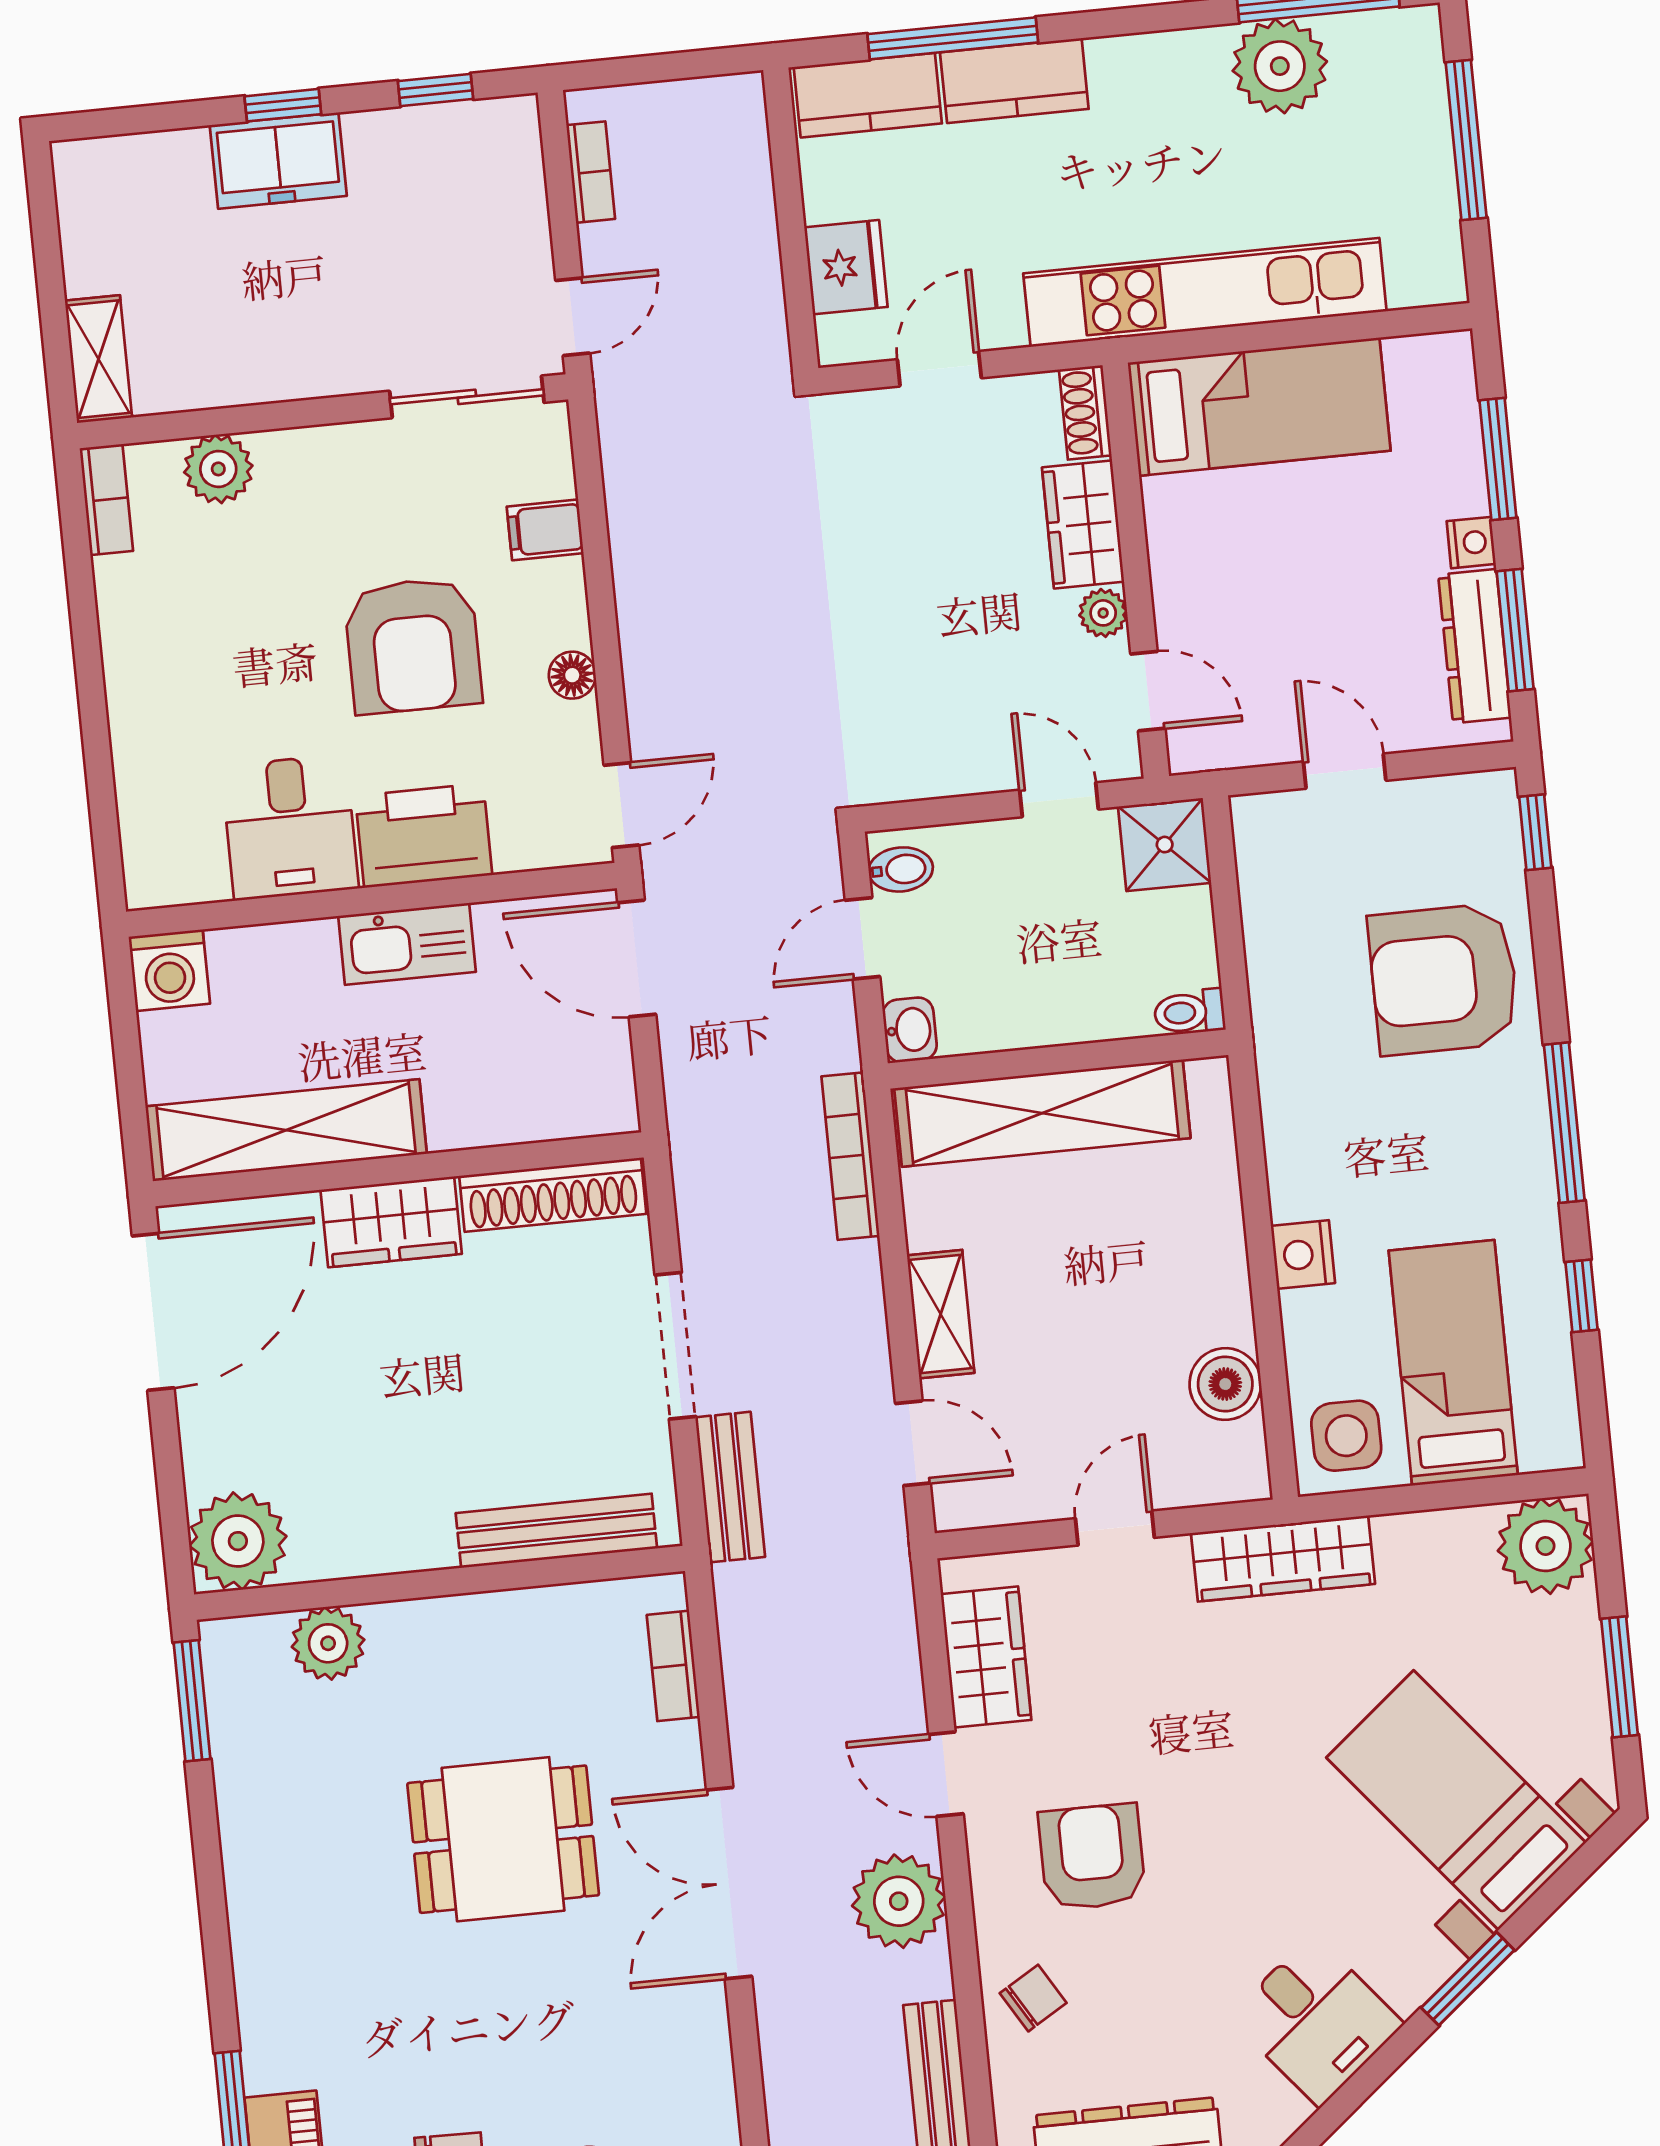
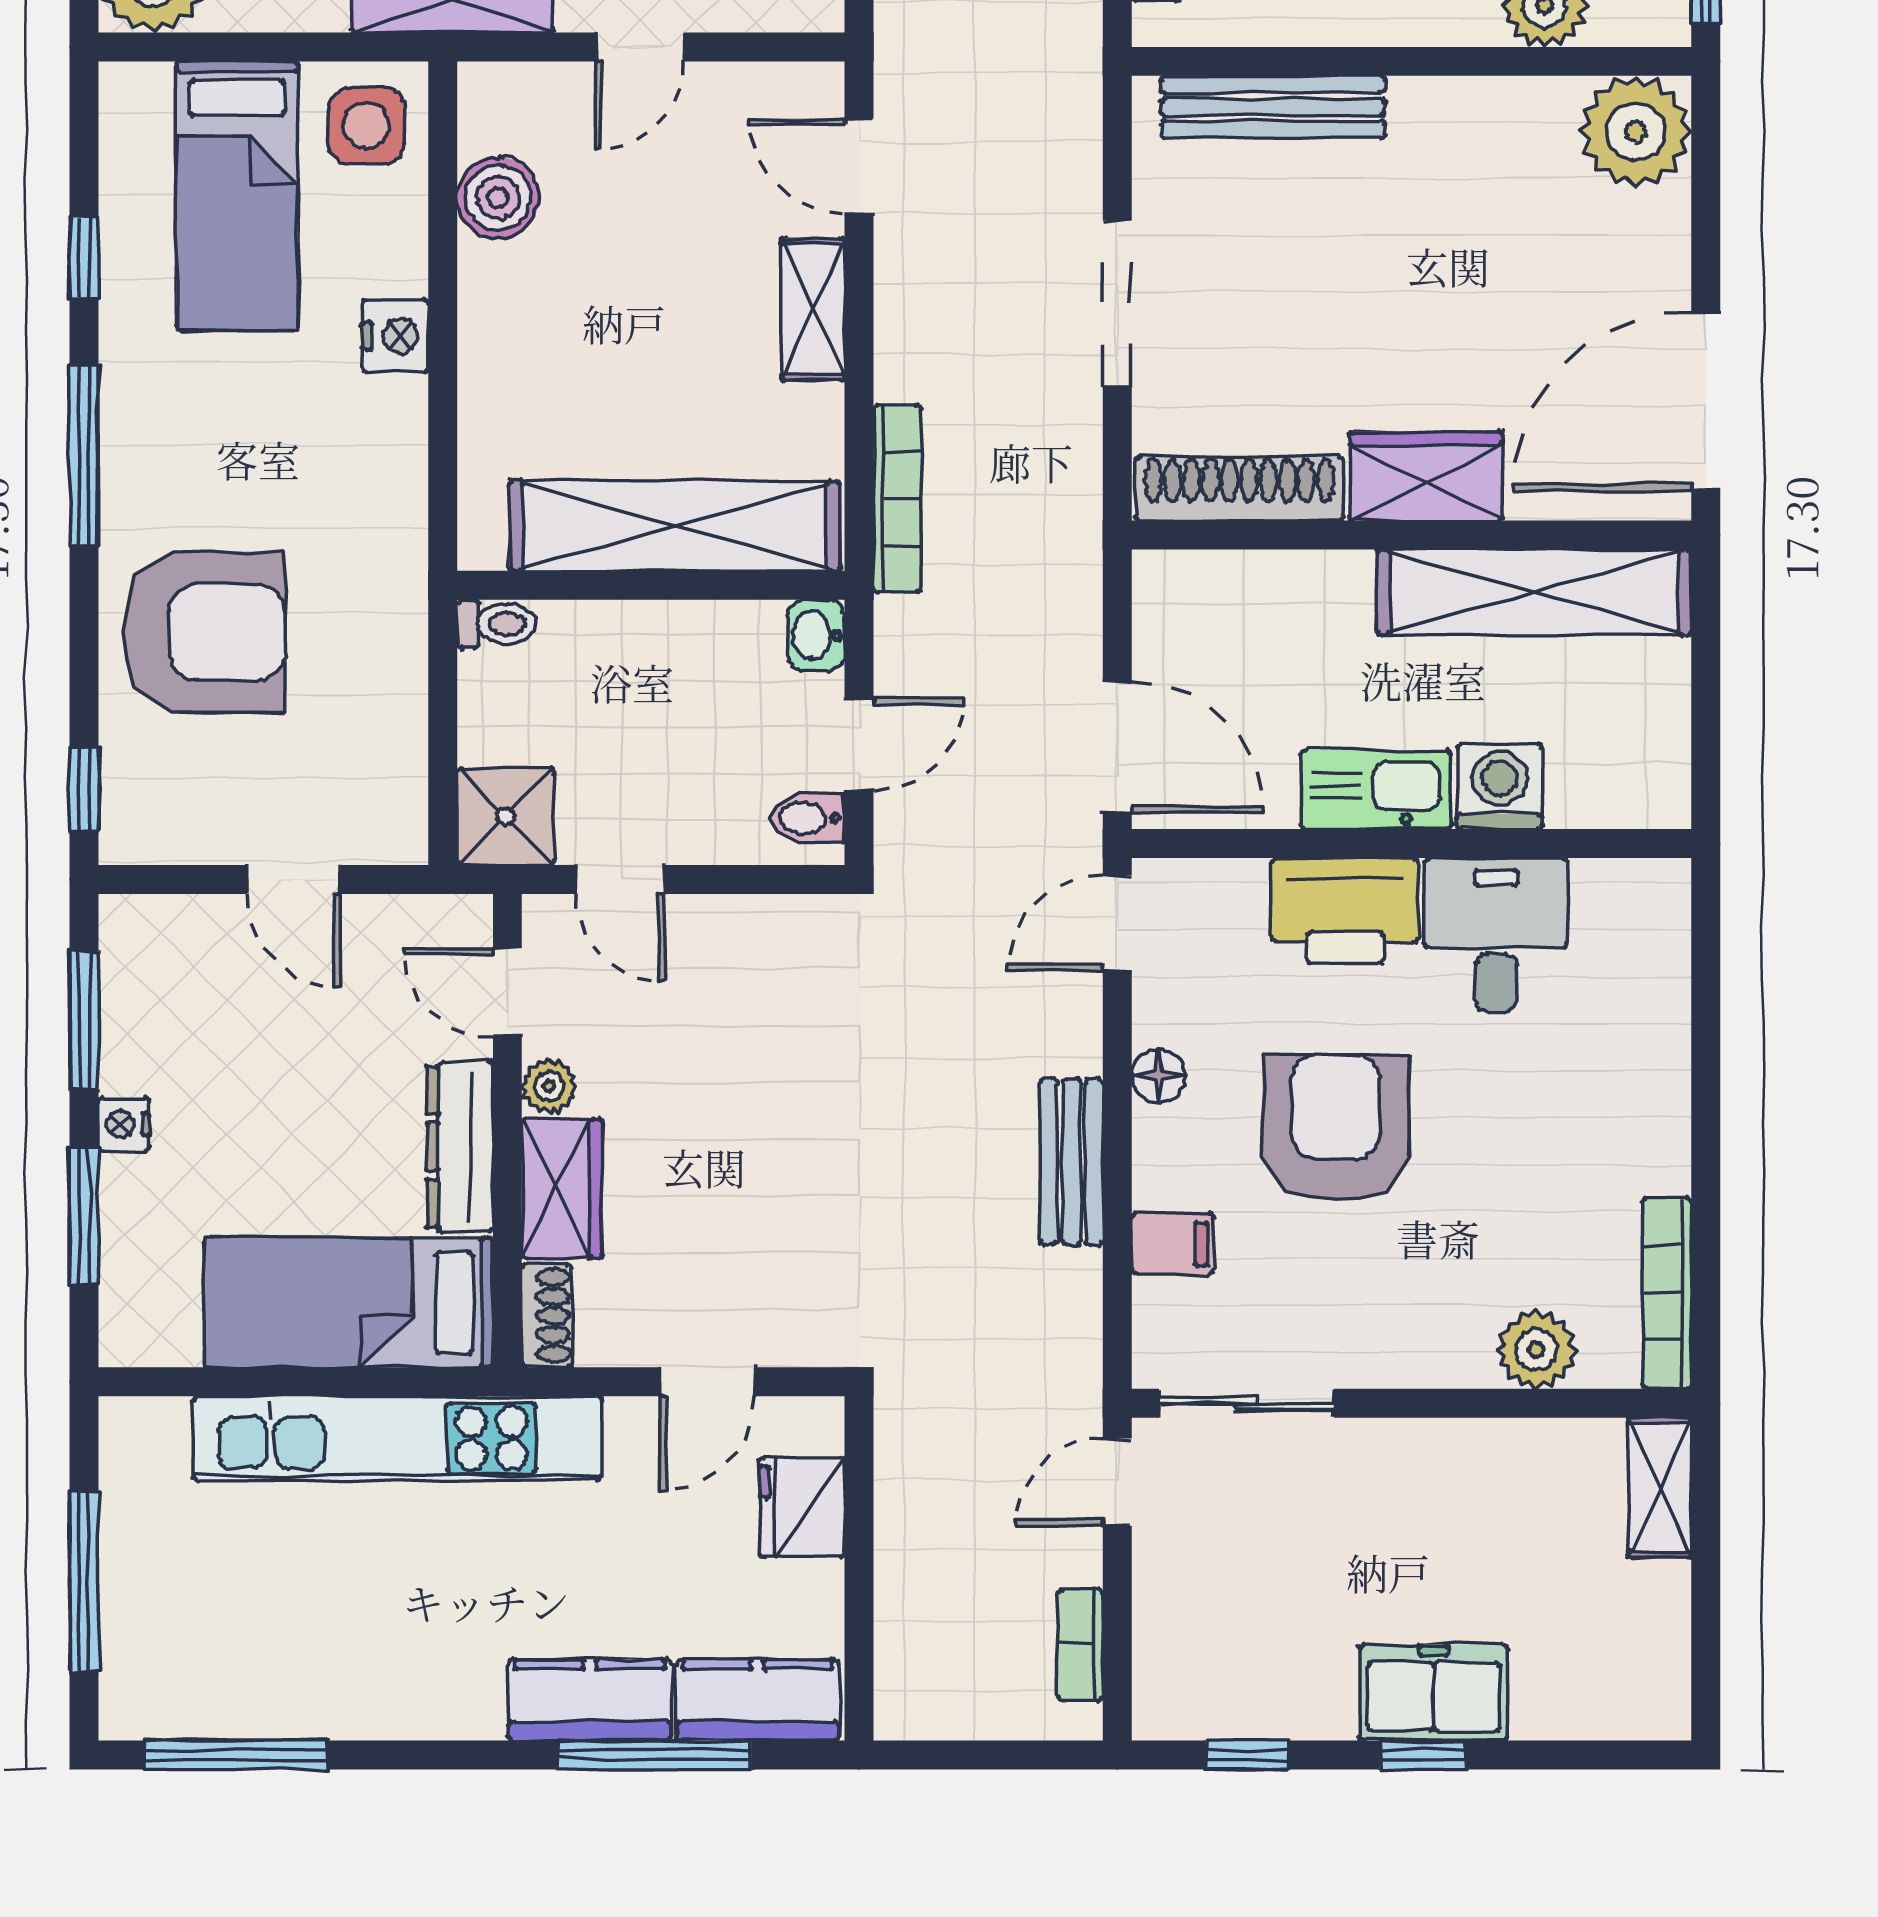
plant: (1280, 66) -> (287, 1686), removed
bookcase: (106, 500) -> (1667, 1293), width x1.56
dresser: (1475, 646) -> (460, 1147), moved, turned 180
washing machine: (169, 970) -> (1500, 787), moved
bench: (730, 1487) -> (1071, 1162), moved

